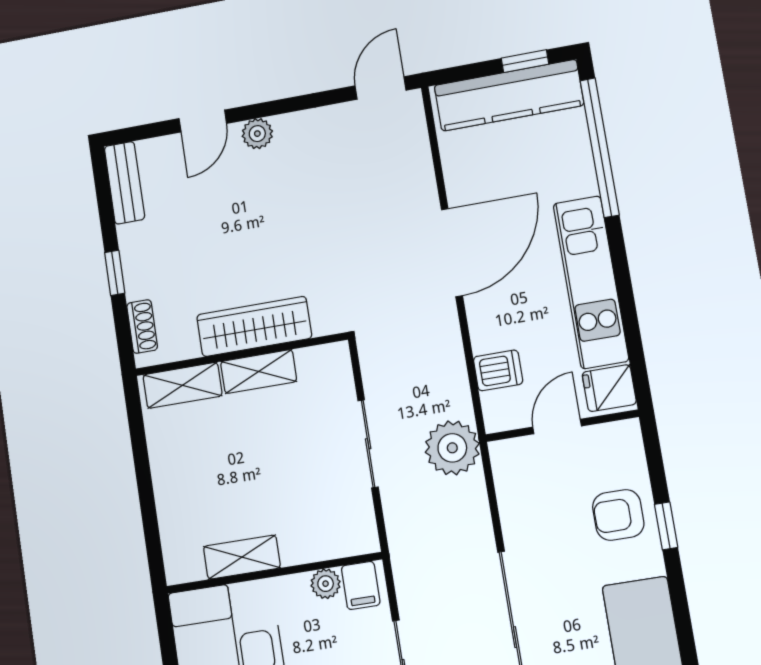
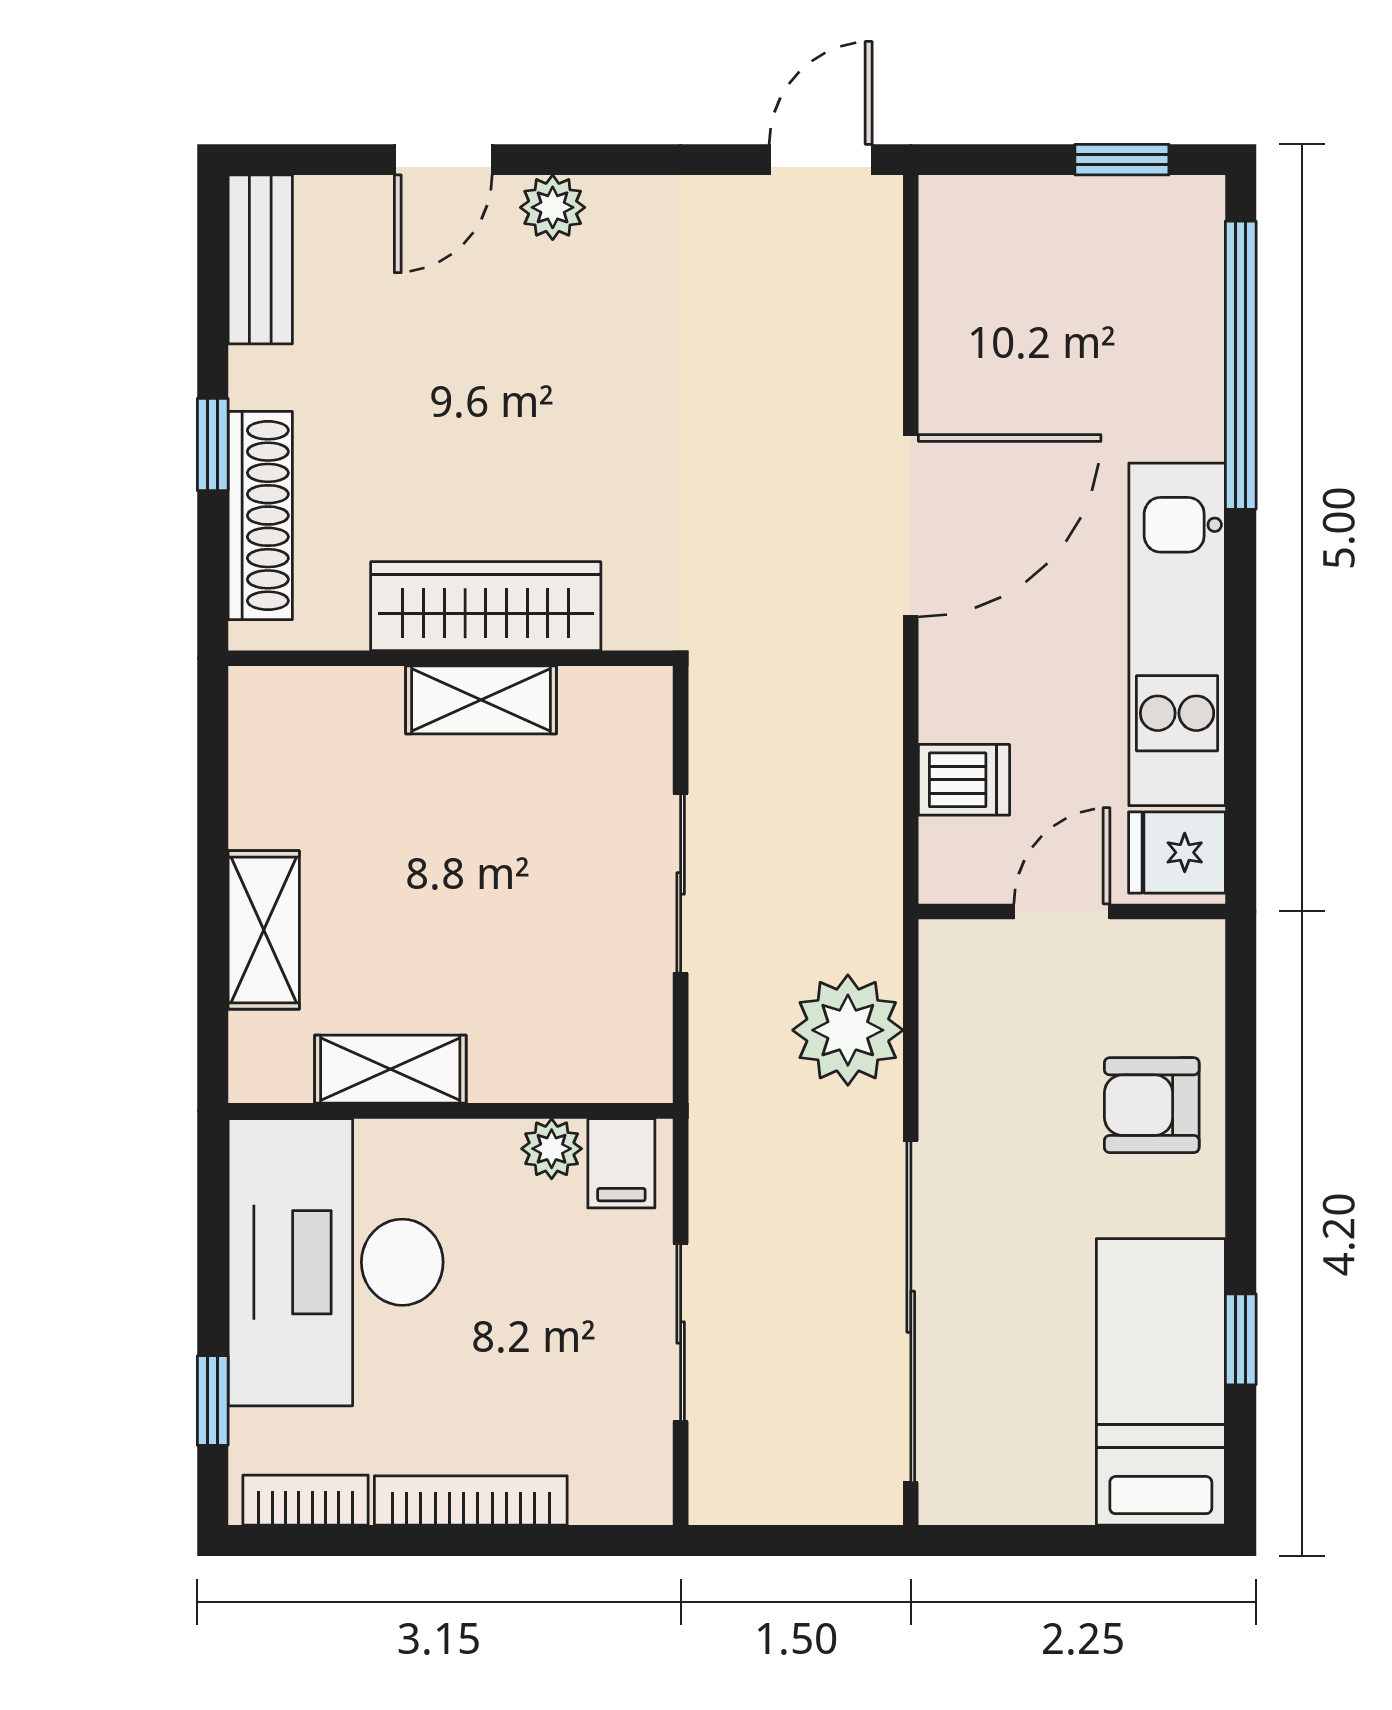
kitchen counter: (509, 95) -> (1078, 224), removed
shoe rack: (142, 327) -> (260, 516), width x1.94, depth x1.24
shelving: (182, 385) -> (264, 930), moved, turned 90
plant: (452, 448) -> (848, 1030), moved
window: (666, 526) -> (1241, 1339), moved

